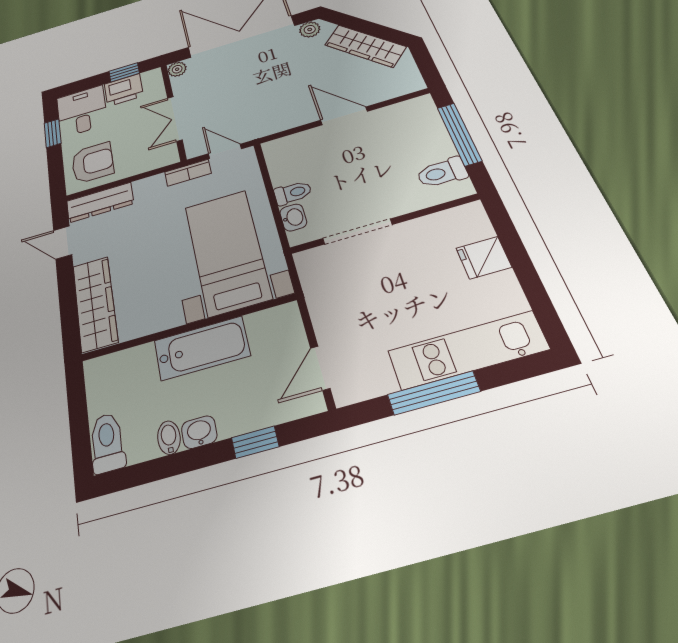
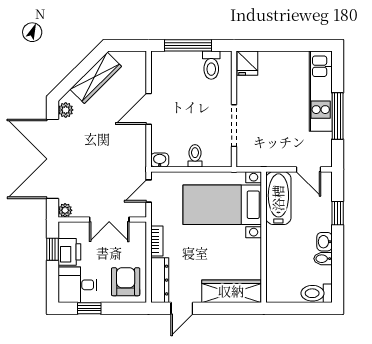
bookcase: (188, 173) -> (157, 241), moved
washbasin: (293, 217) -> (160, 160), moved
fridge: (484, 258) -> (247, 63), moved
bathtub: (202, 348) -> (278, 198), moved

